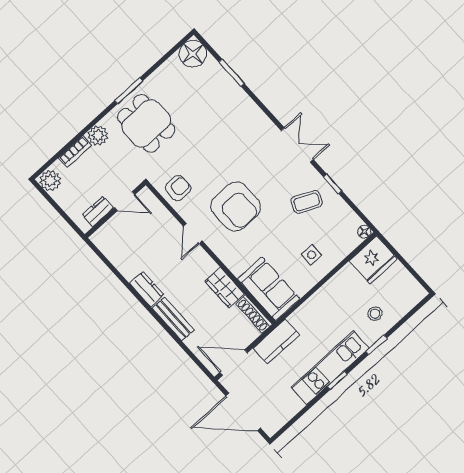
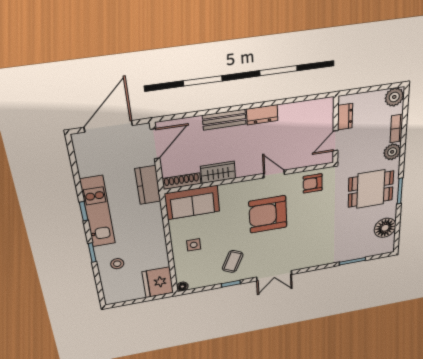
floor lamp: (193, 54) -> (385, 228), moved
armchair: (178, 188) -> (313, 183), turned 90

